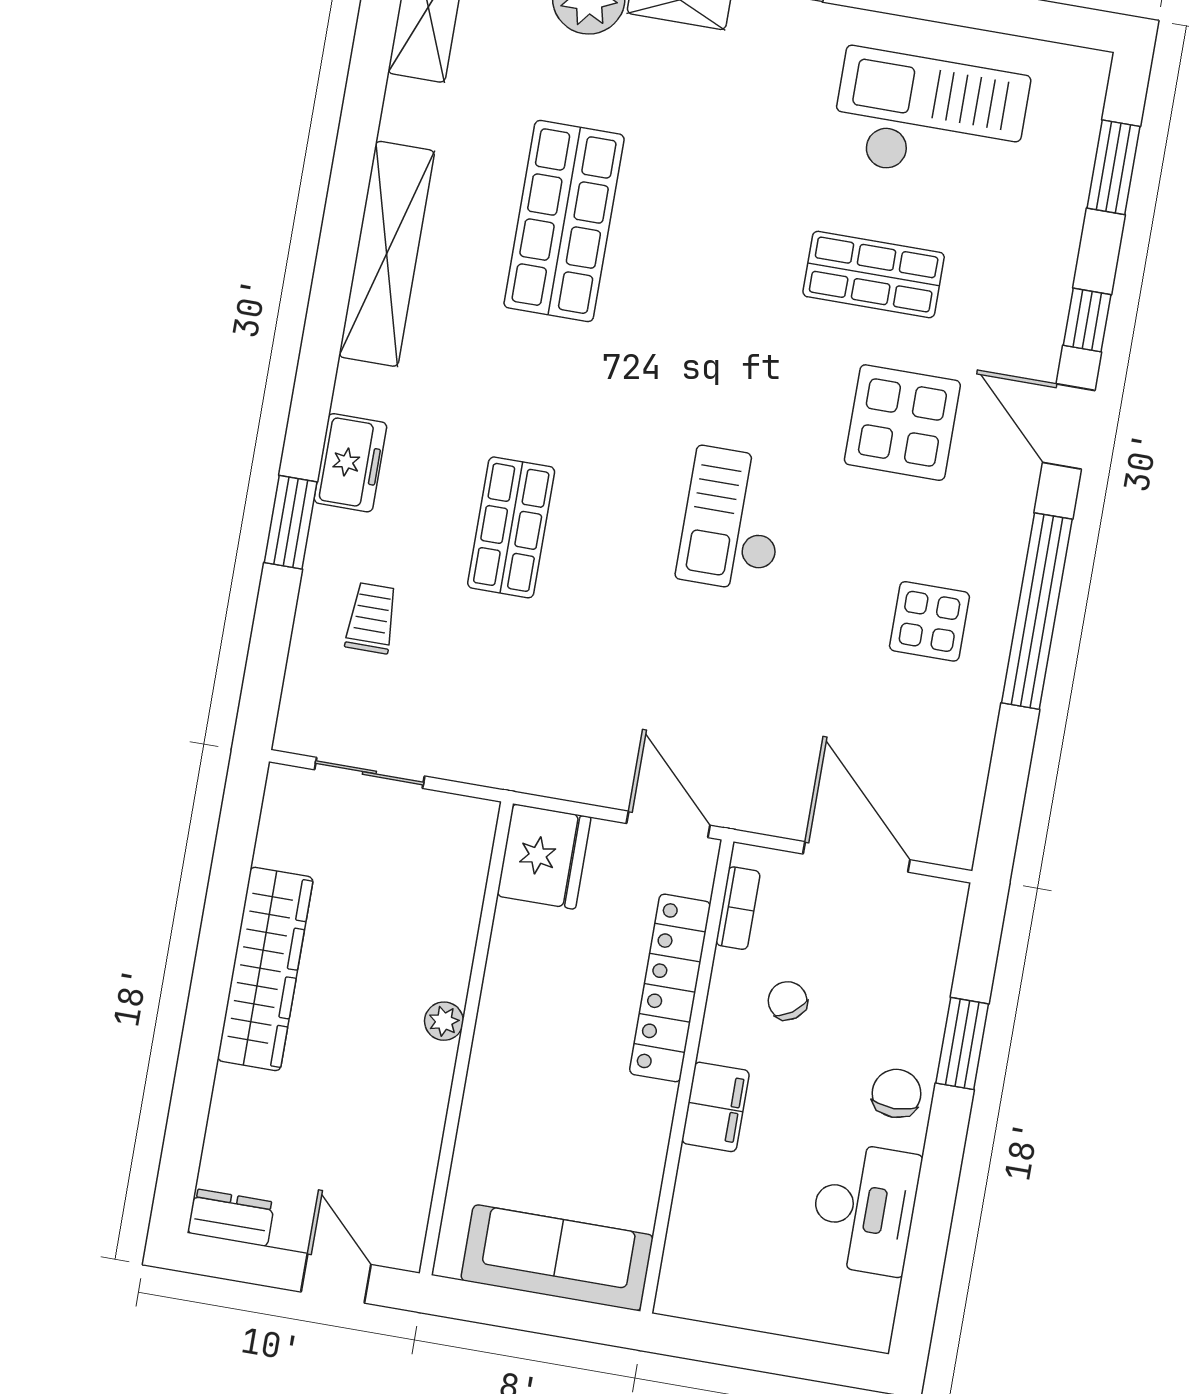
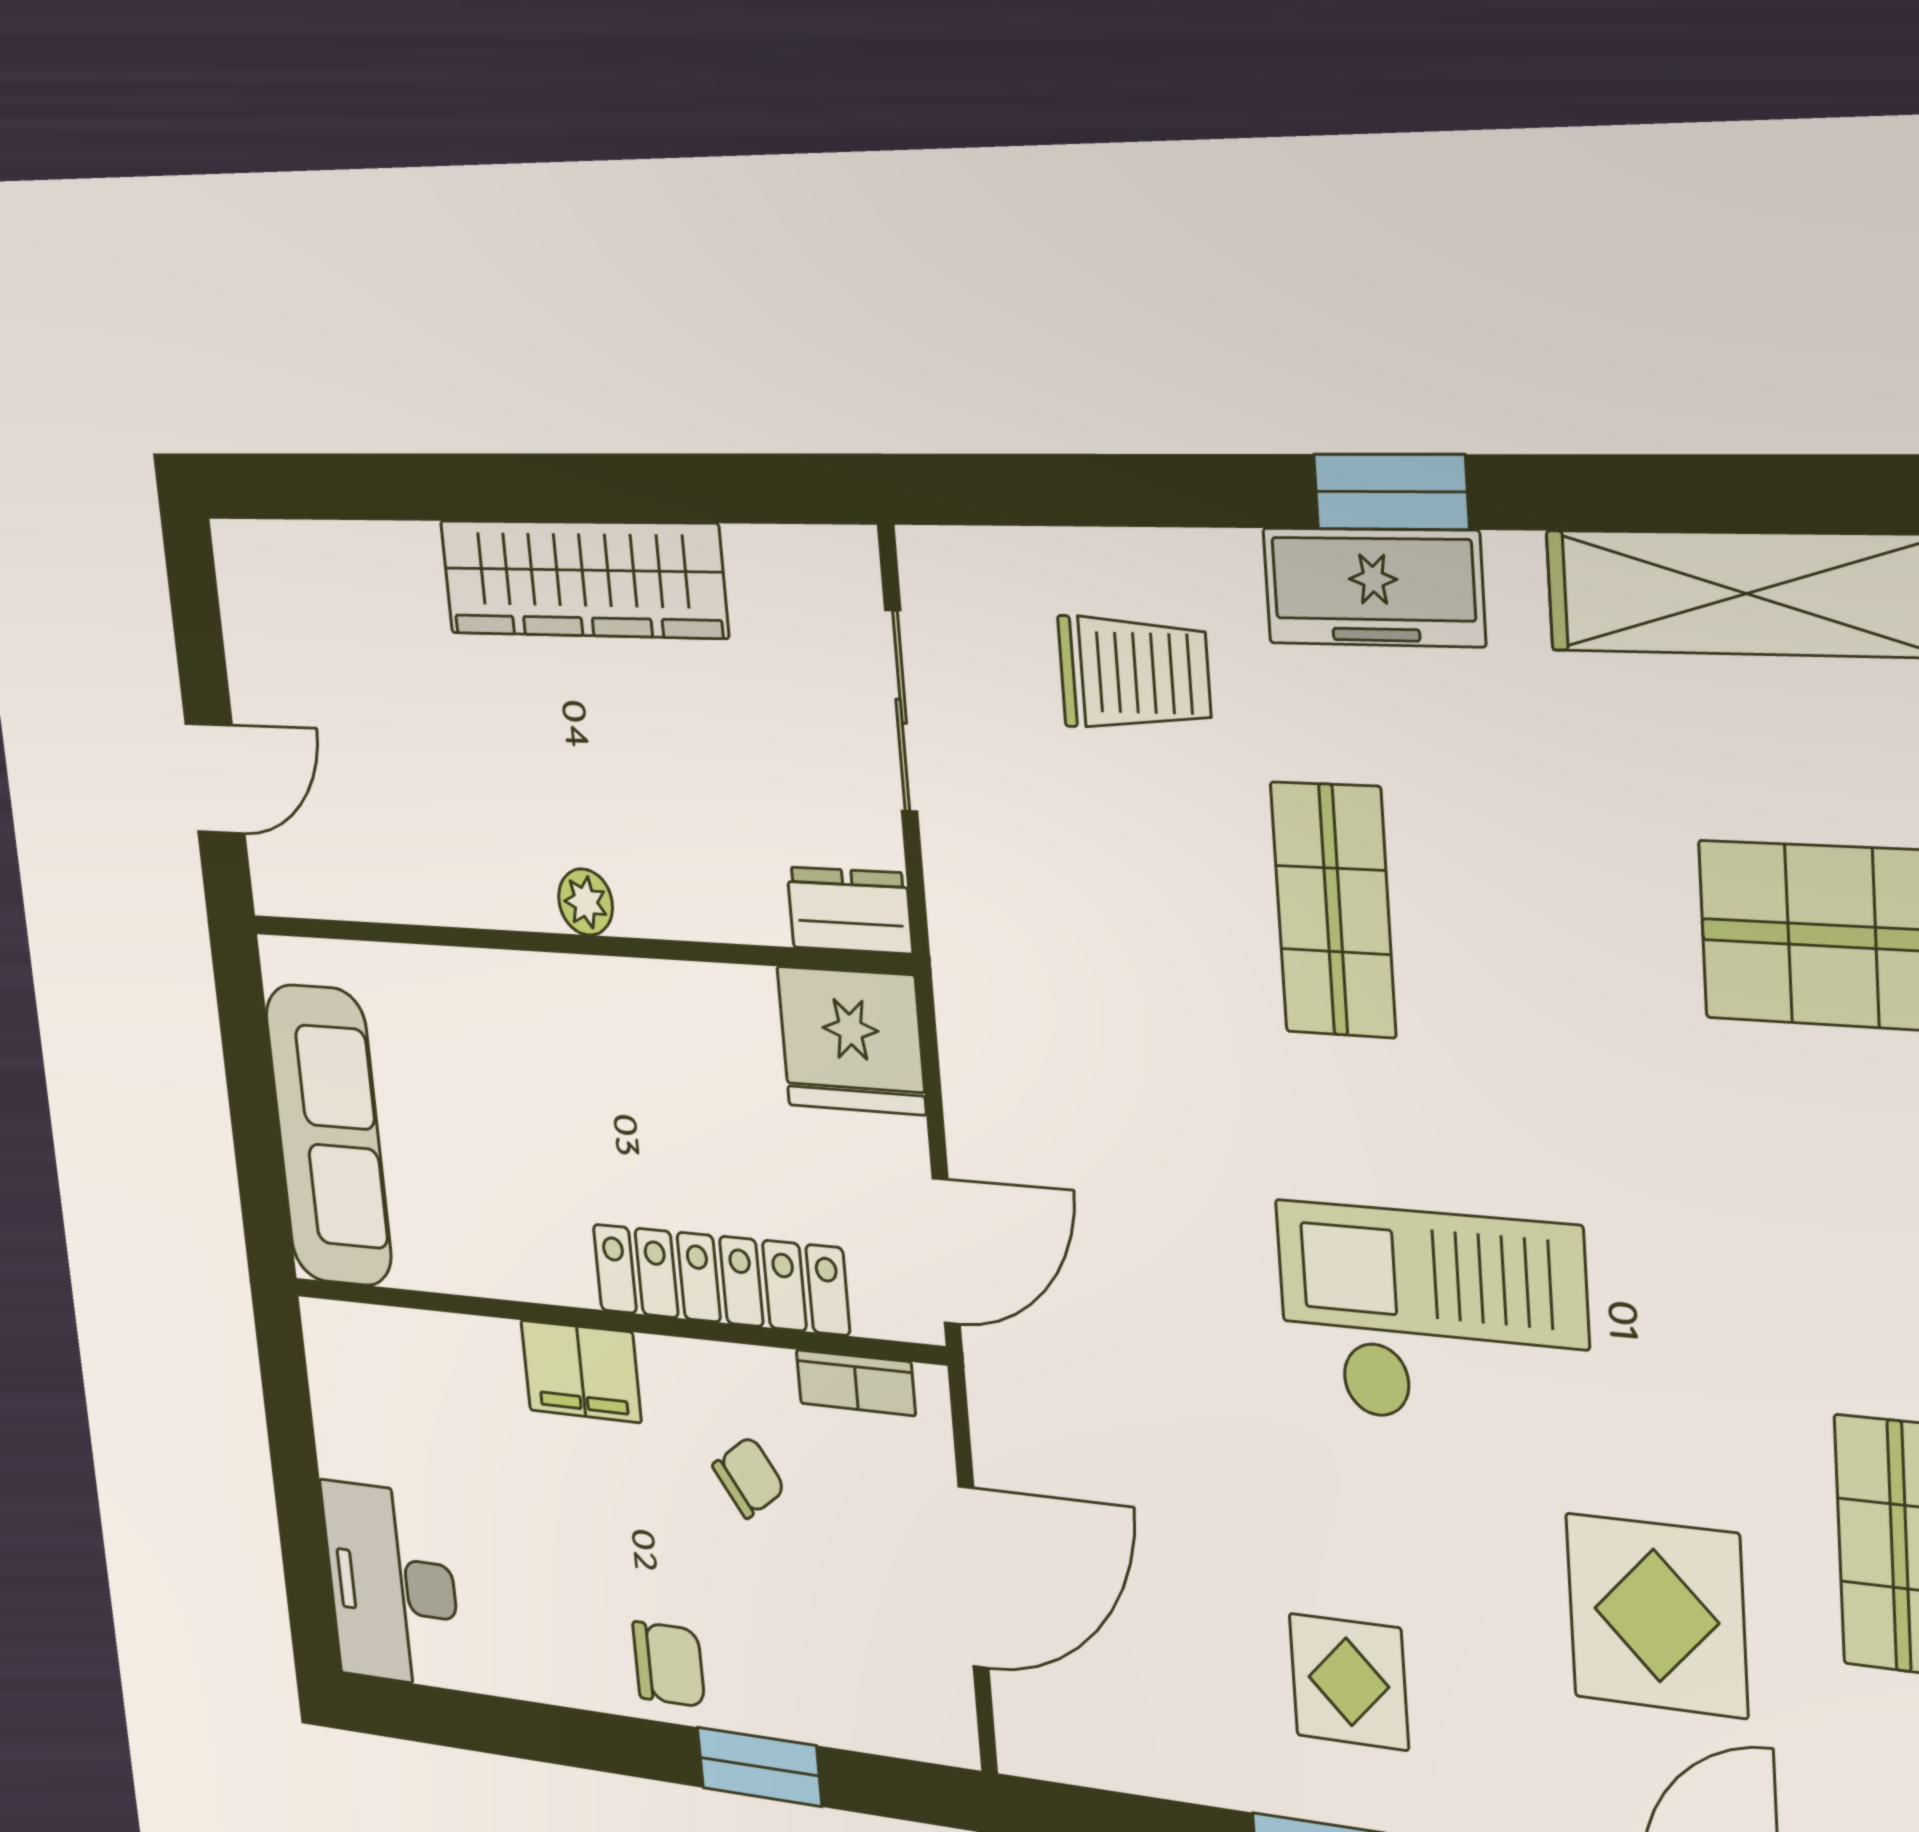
freezer: (350, 463) -> (1374, 587), width x1.40
checkout: (733, 519) -> (1433, 1318), width x1.36, depth x1.21
window: (291, 522) -> (1391, 492), moved
shop shelf: (511, 527) -> (1333, 910), turned 90
trolley: (372, 618) -> (1134, 673), width x1.36, depth x1.39
desk: (864, 1209) -> (392, 1585), moved, turned 90
dresser: (231, 1218) -> (850, 910), moved, turned -90

